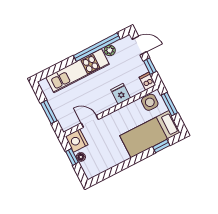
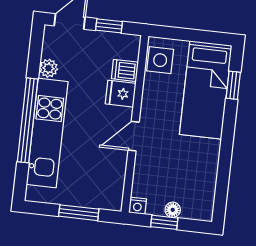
window: (97, 47) -> (28, 120), moved
dishwasher: (147, 81) -> (125, 70), moved
window: (169, 104) -> (181, 34), removed
door: (90, 121) -> (134, 136), moved
nightstand: (77, 141) -> (138, 206), width x0.53, depth x0.56

